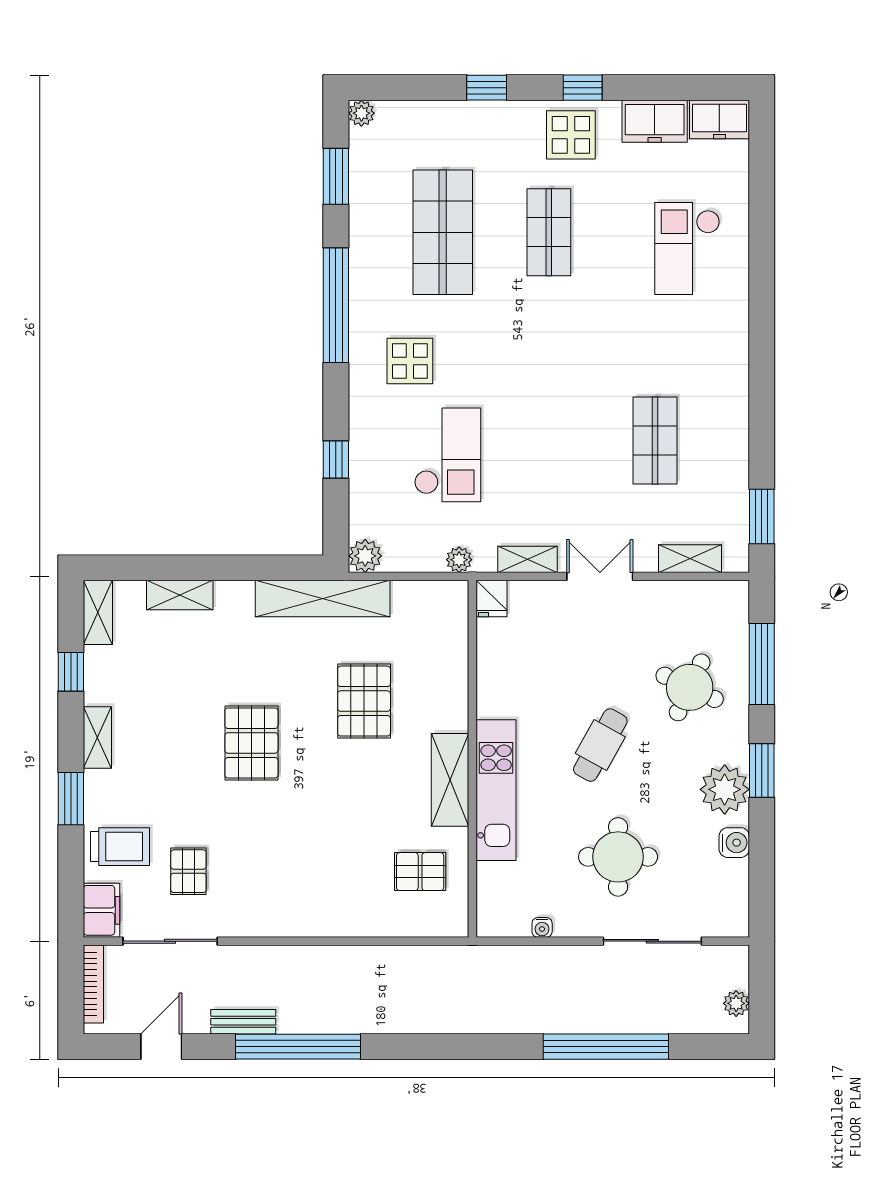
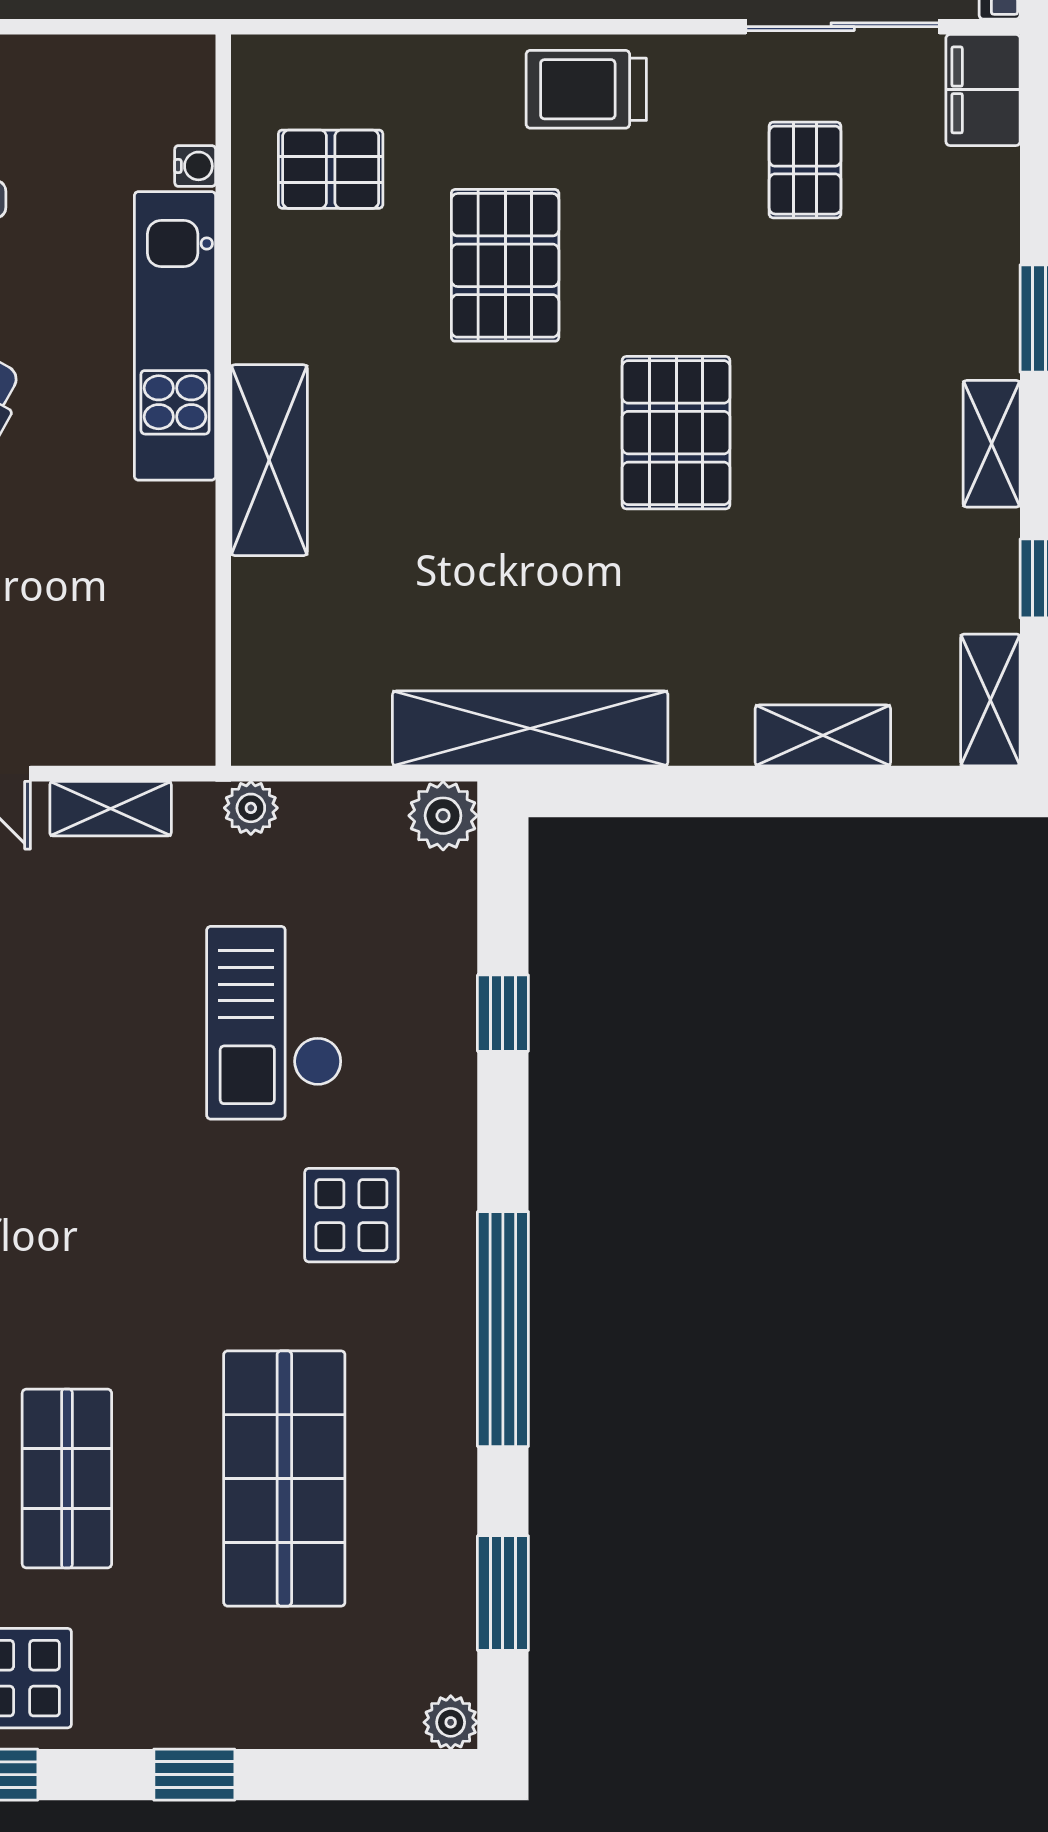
fridge: (492, 598) -> (184, 729), removed
pallet: (364, 701) -> (505, 265), moved
shelving: (450, 780) -> (269, 460), moved
trolley: (120, 847) -> (586, 89), moved
water cooler: (542, 927) -> (195, 166), moved, turned 90

